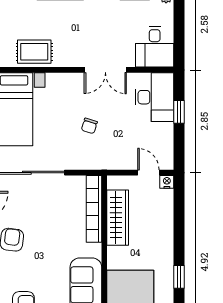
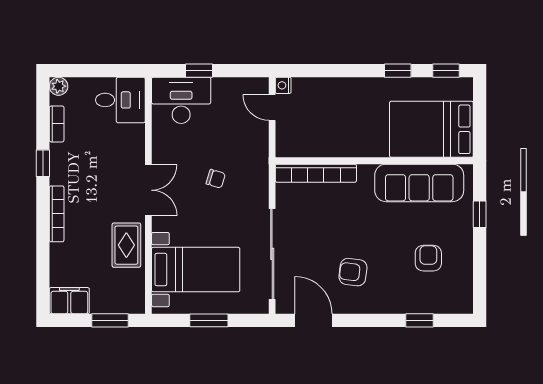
double door: (105, 70) -> (148, 190), moved
door: (148, 173) -> (272, 107), hinge flipped
wardrobe: (118, 218) -> (326, 145), removed

